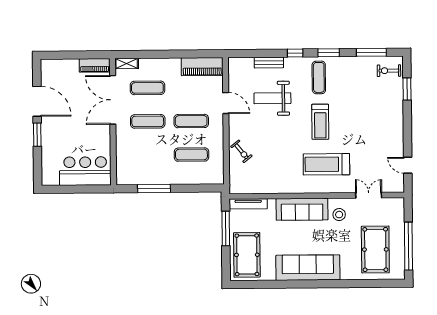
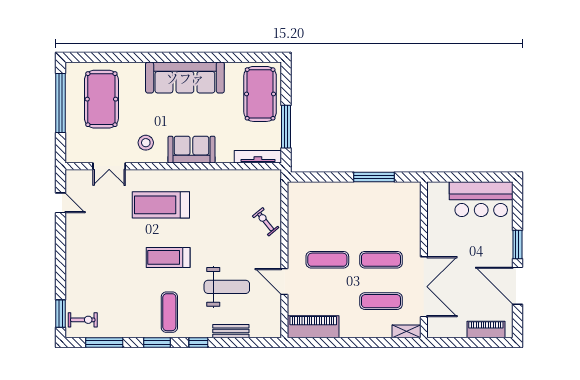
piano: (95, 65) -> (486, 329), moved
window: (407, 89) -> (61, 314), moved
treadmill: (320, 122) -> (168, 257), turned -90
exercise mat: (191, 155) -> (327, 218), removed
treadmill: (326, 164) -> (161, 205), turned 180
bar counter: (85, 171) -> (481, 199), moved
sofa: (302, 209) -> (191, 150), width x0.73

